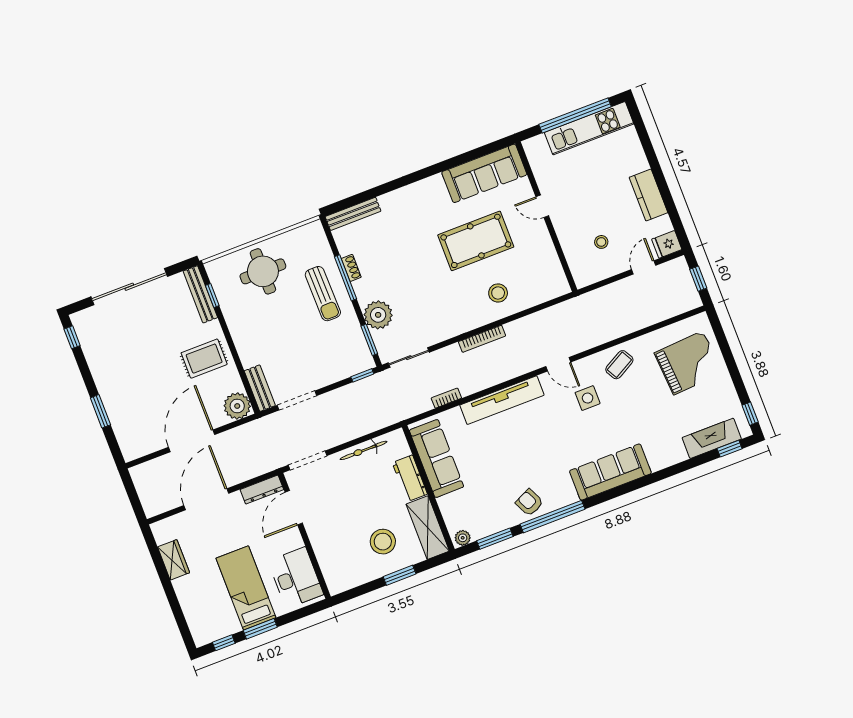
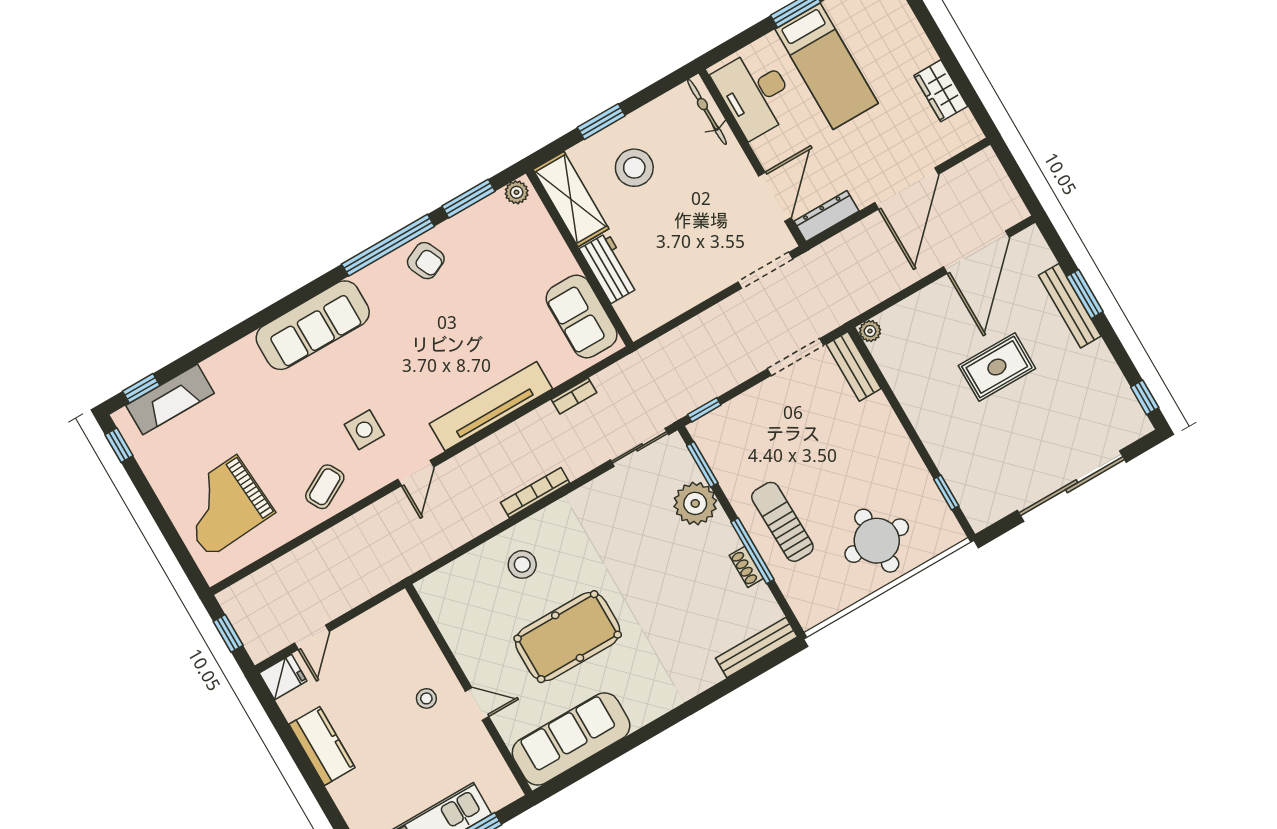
stool: (601, 242) -> (426, 698), moved
bench: (200, 294) -> (1070, 306), moved
rug: (204, 359) -> (997, 367), moved
door: (558, 364) -> (416, 473), swing flipped
plant: (237, 406) -> (870, 331), width x0.53, depth x0.53
door: (192, 441) -> (976, 252), moved
bicycle: (364, 450) -> (707, 112), moved, turned -90
sofa: (436, 458) -> (582, 316), width x0.73

